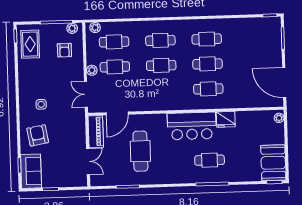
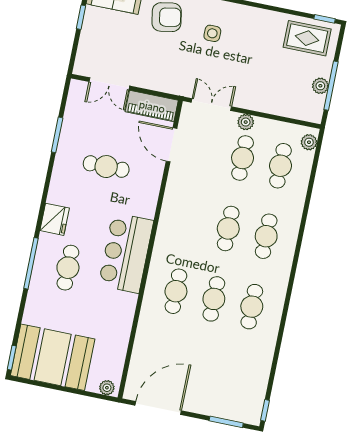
plant: (72, 28) -> (320, 86), moved
armchair: (64, 50) -> (286, 88), removed
fridge: (226, 119) -> (55, 219), moved, turned 180
cafe table: (140, 151) -> (106, 167), width x0.73, depth x0.74
booth: (273, 163) -> (53, 357), width x1.36, depth x1.42

